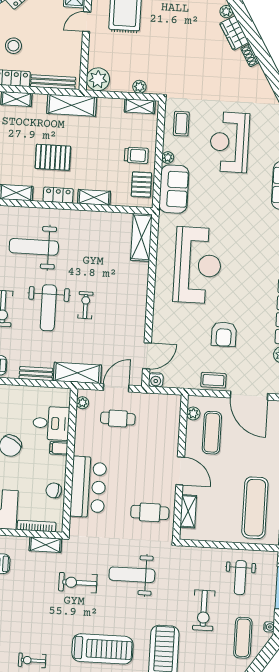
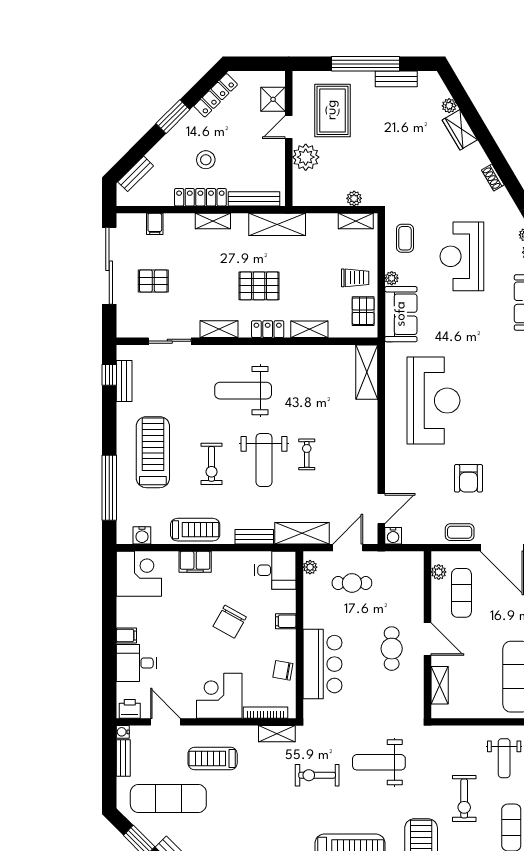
shoe rack: (250, 55) -> (493, 177), moved
plant: (98, 79) -> (306, 157), moved
desk: (51, 423) -> (275, 570), moved
cafe table: (150, 512) -> (392, 649), moved, turned 90

